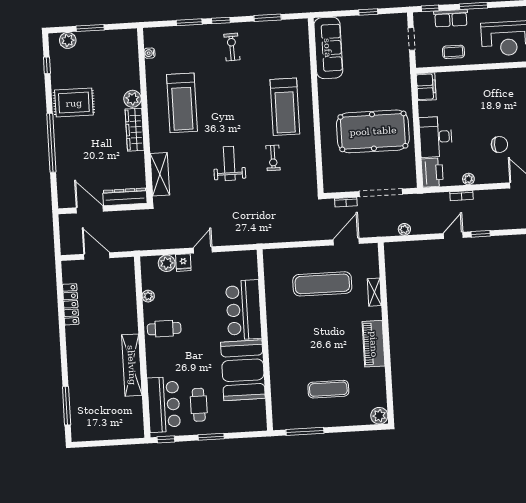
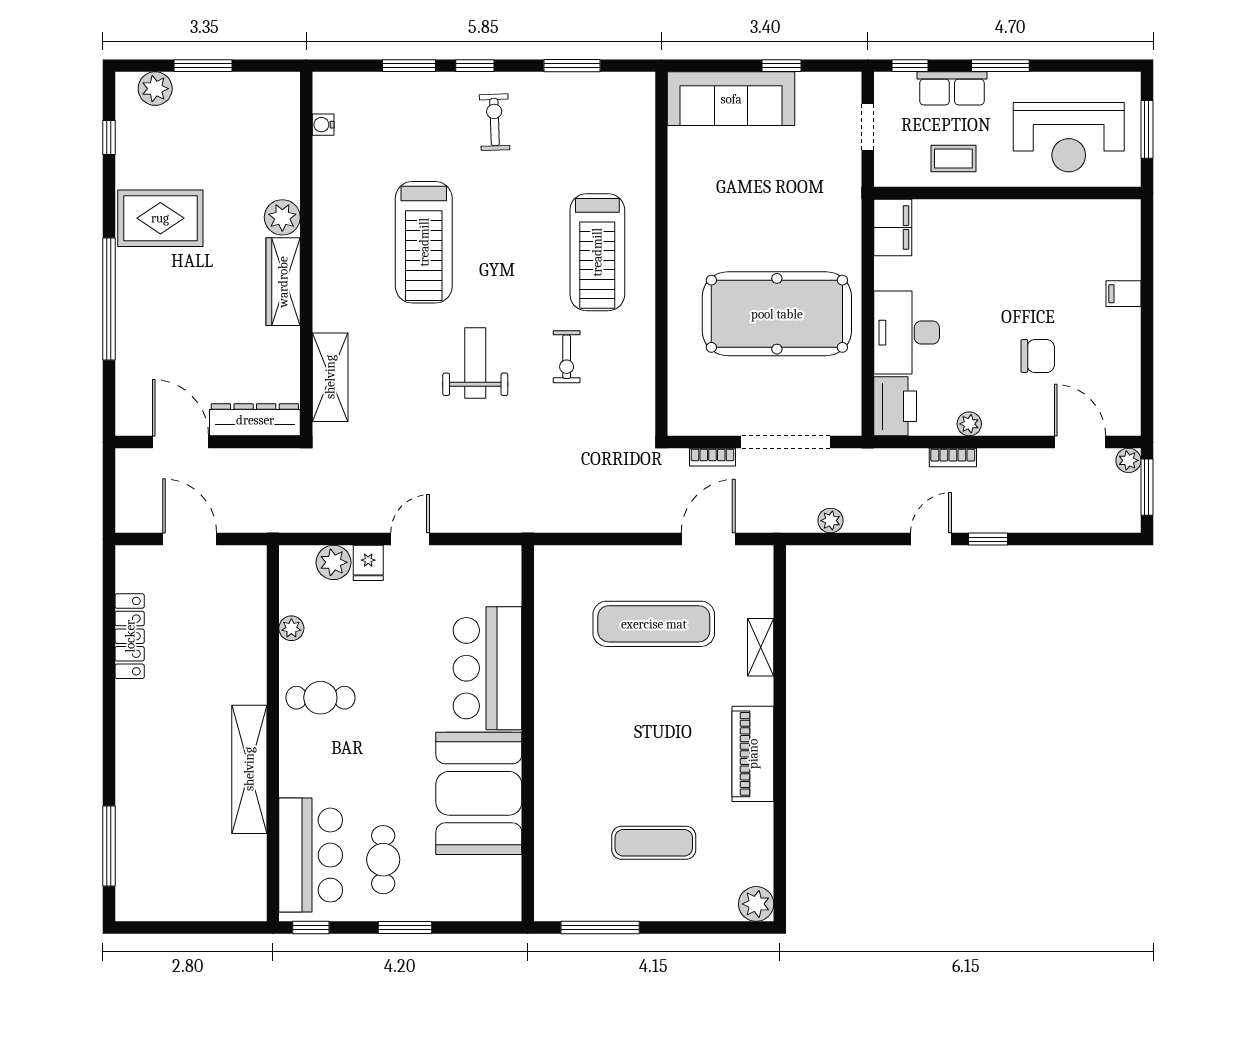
sofa: (328, 48) -> (731, 99), moved, turned 90
treadmill: (182, 103) -> (424, 242), moved

